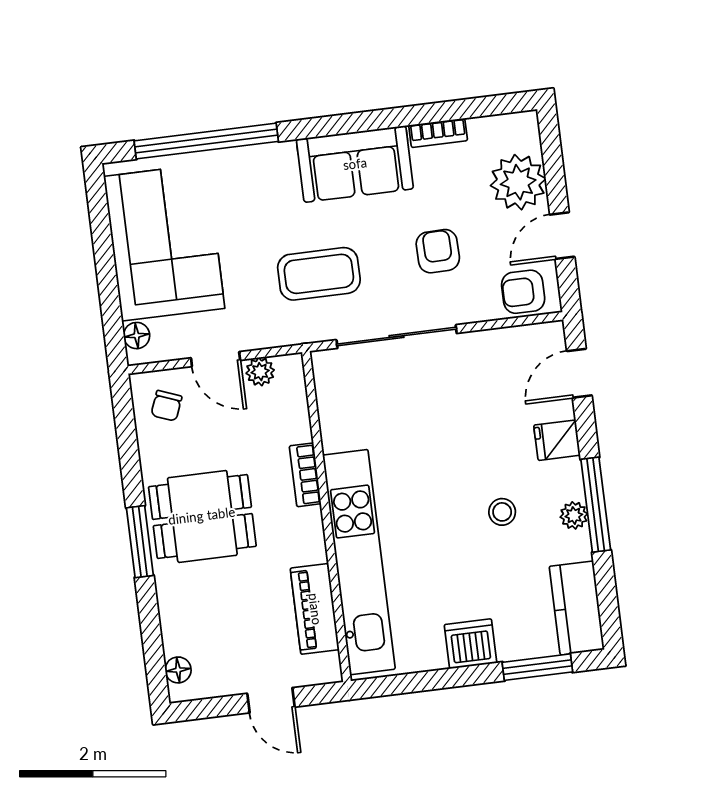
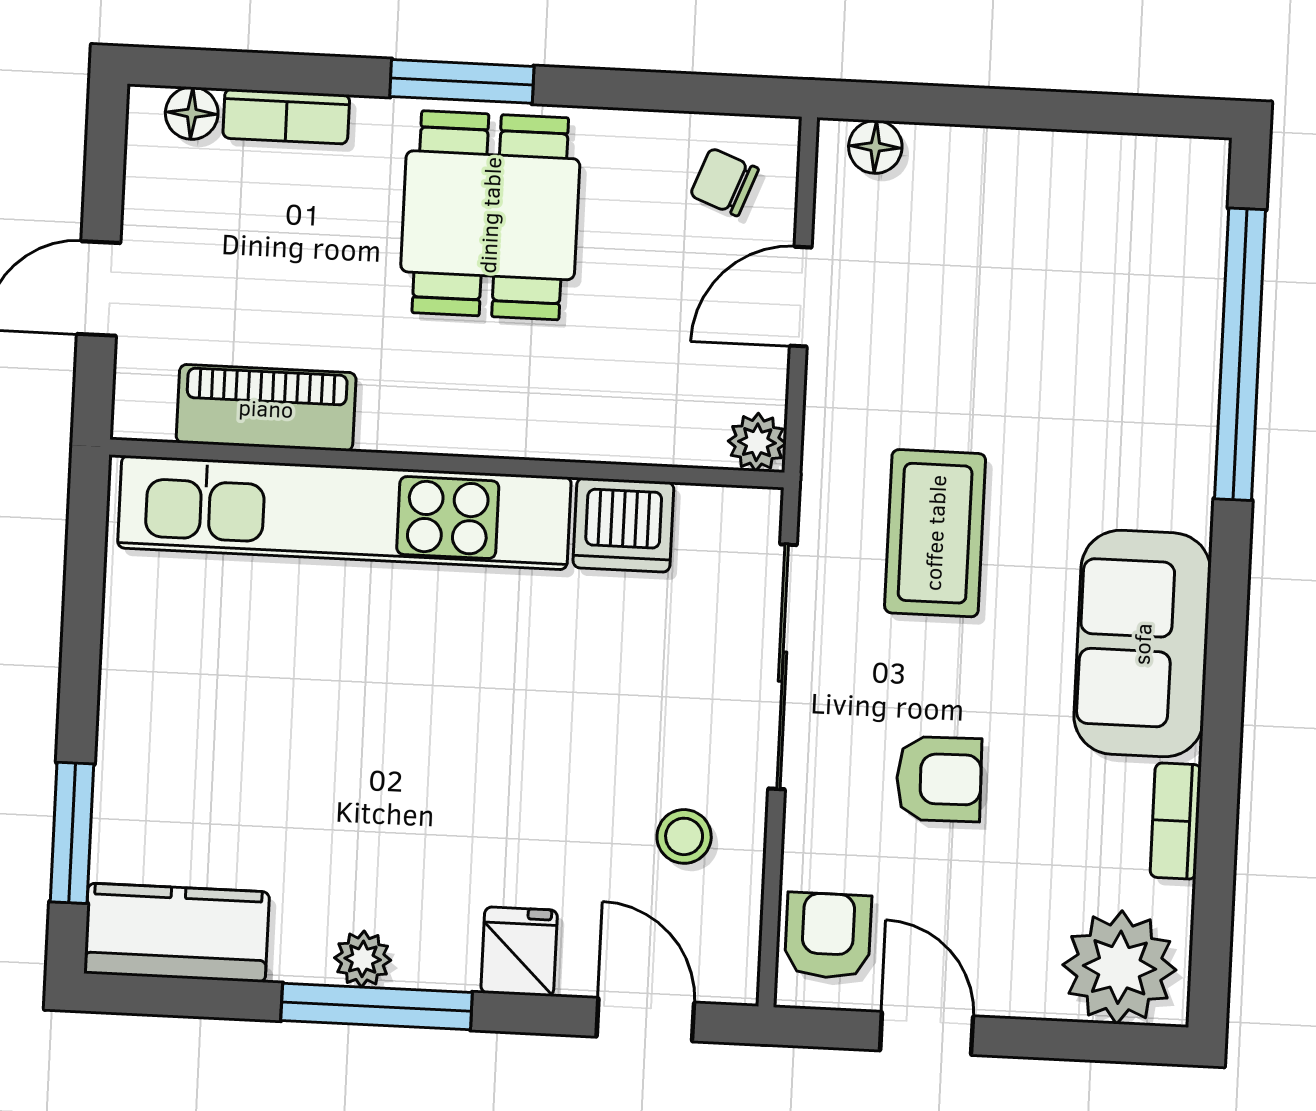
plant: (518, 182) -> (1119, 967), moved
corner sofa: (164, 242) -> (1052, 235), removed
plant: (260, 372) -> (757, 442), moved
bookcase: (305, 475) -> (286, 116), moved, turned 180
stool: (502, 512) -> (684, 836), moved
dishwasher: (471, 644) -> (623, 525), moved, turned 90

